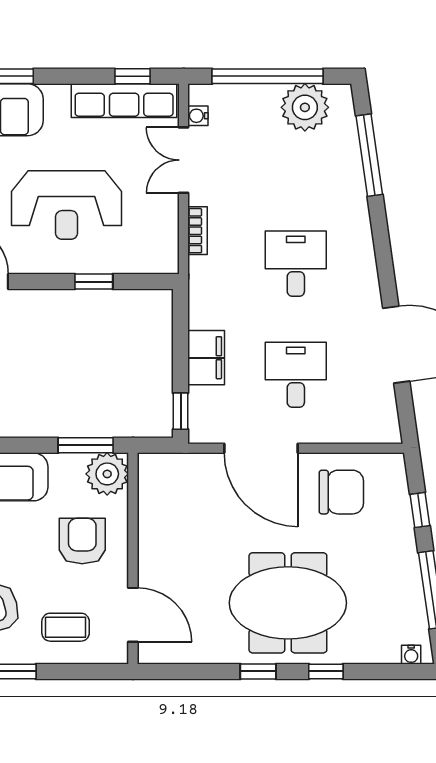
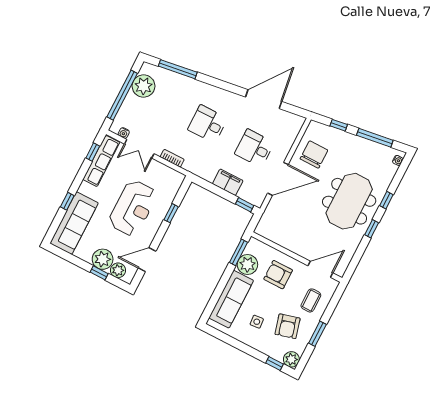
plant: (107, 474) -> (247, 265), moved

